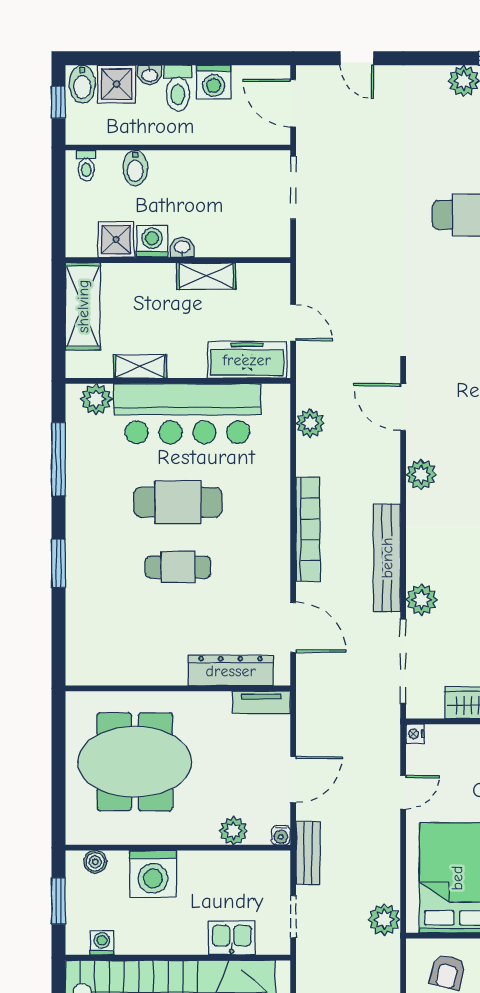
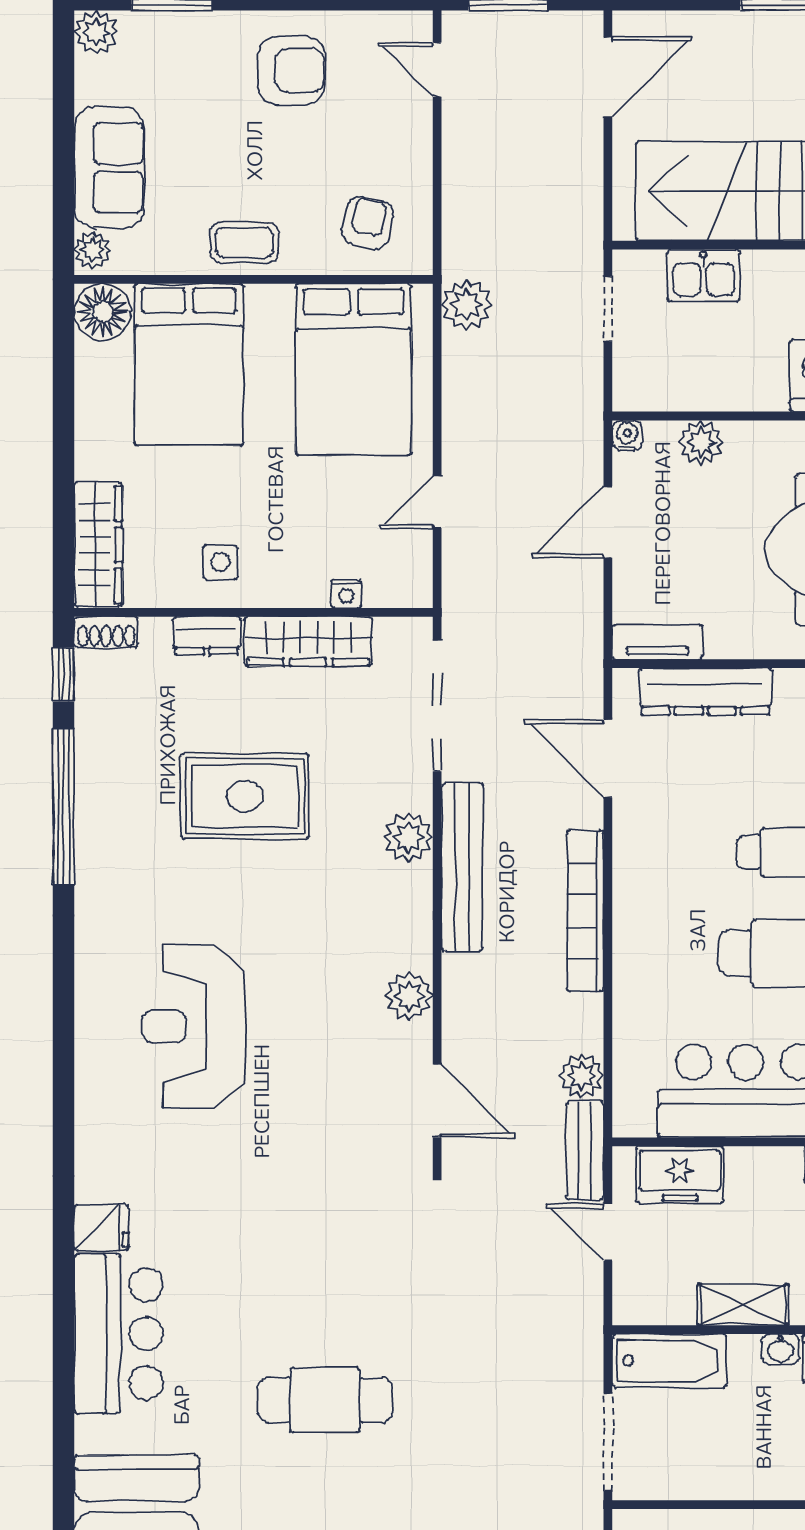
bathtub: (254, 240) -> (669, 1361), added
freezer: (247, 360) -> (680, 1175), width x0.71
plant: (422, 600) -> (408, 837), moved
nightstand: (415, 734) -> (346, 594), moved, turned 90
bench: (308, 853) -> (585, 1151), moved

